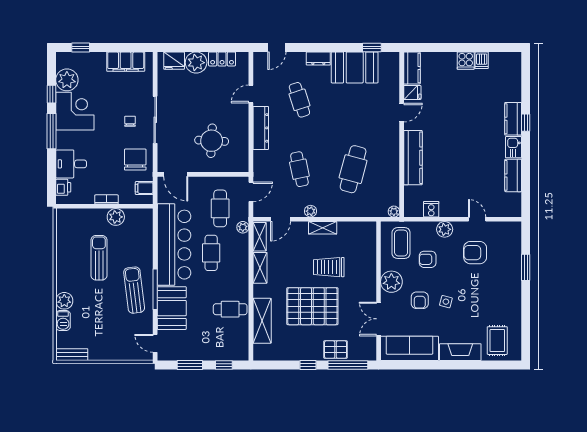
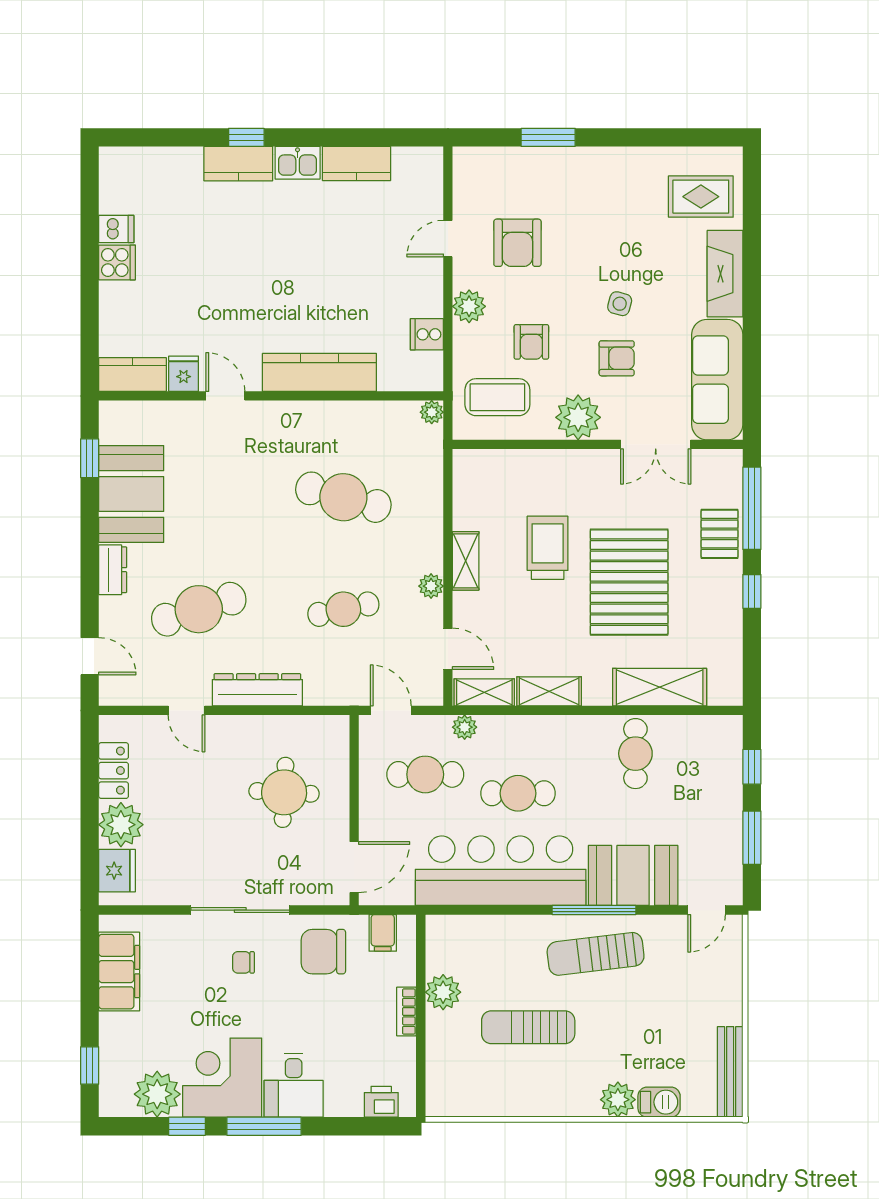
cafe table: (299, 100) -> (199, 609), width x1.37, depth x1.35
desk: (71, 164) -> (294, 1085), moved
trolley: (329, 267) -> (548, 548), turned 180
bench: (72, 355) -> (730, 1072), width x1.36

